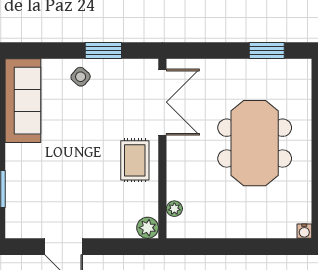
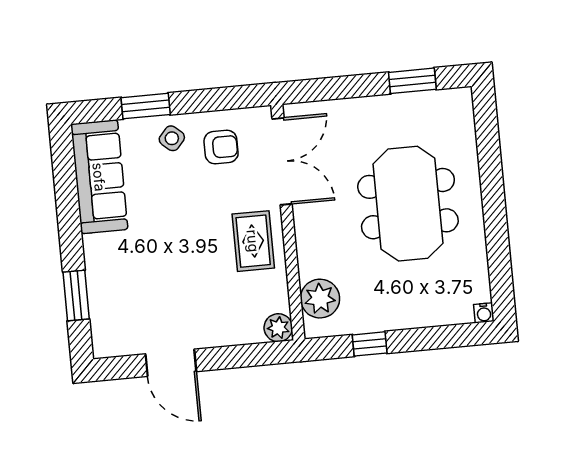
window: (103, 50) -> (146, 106), moved
armchair: (117, 87) -> (221, 147), added
plant: (174, 209) -> (320, 299), width x1.88, depth x1.88
window: (216, 247) -> (370, 344), added

